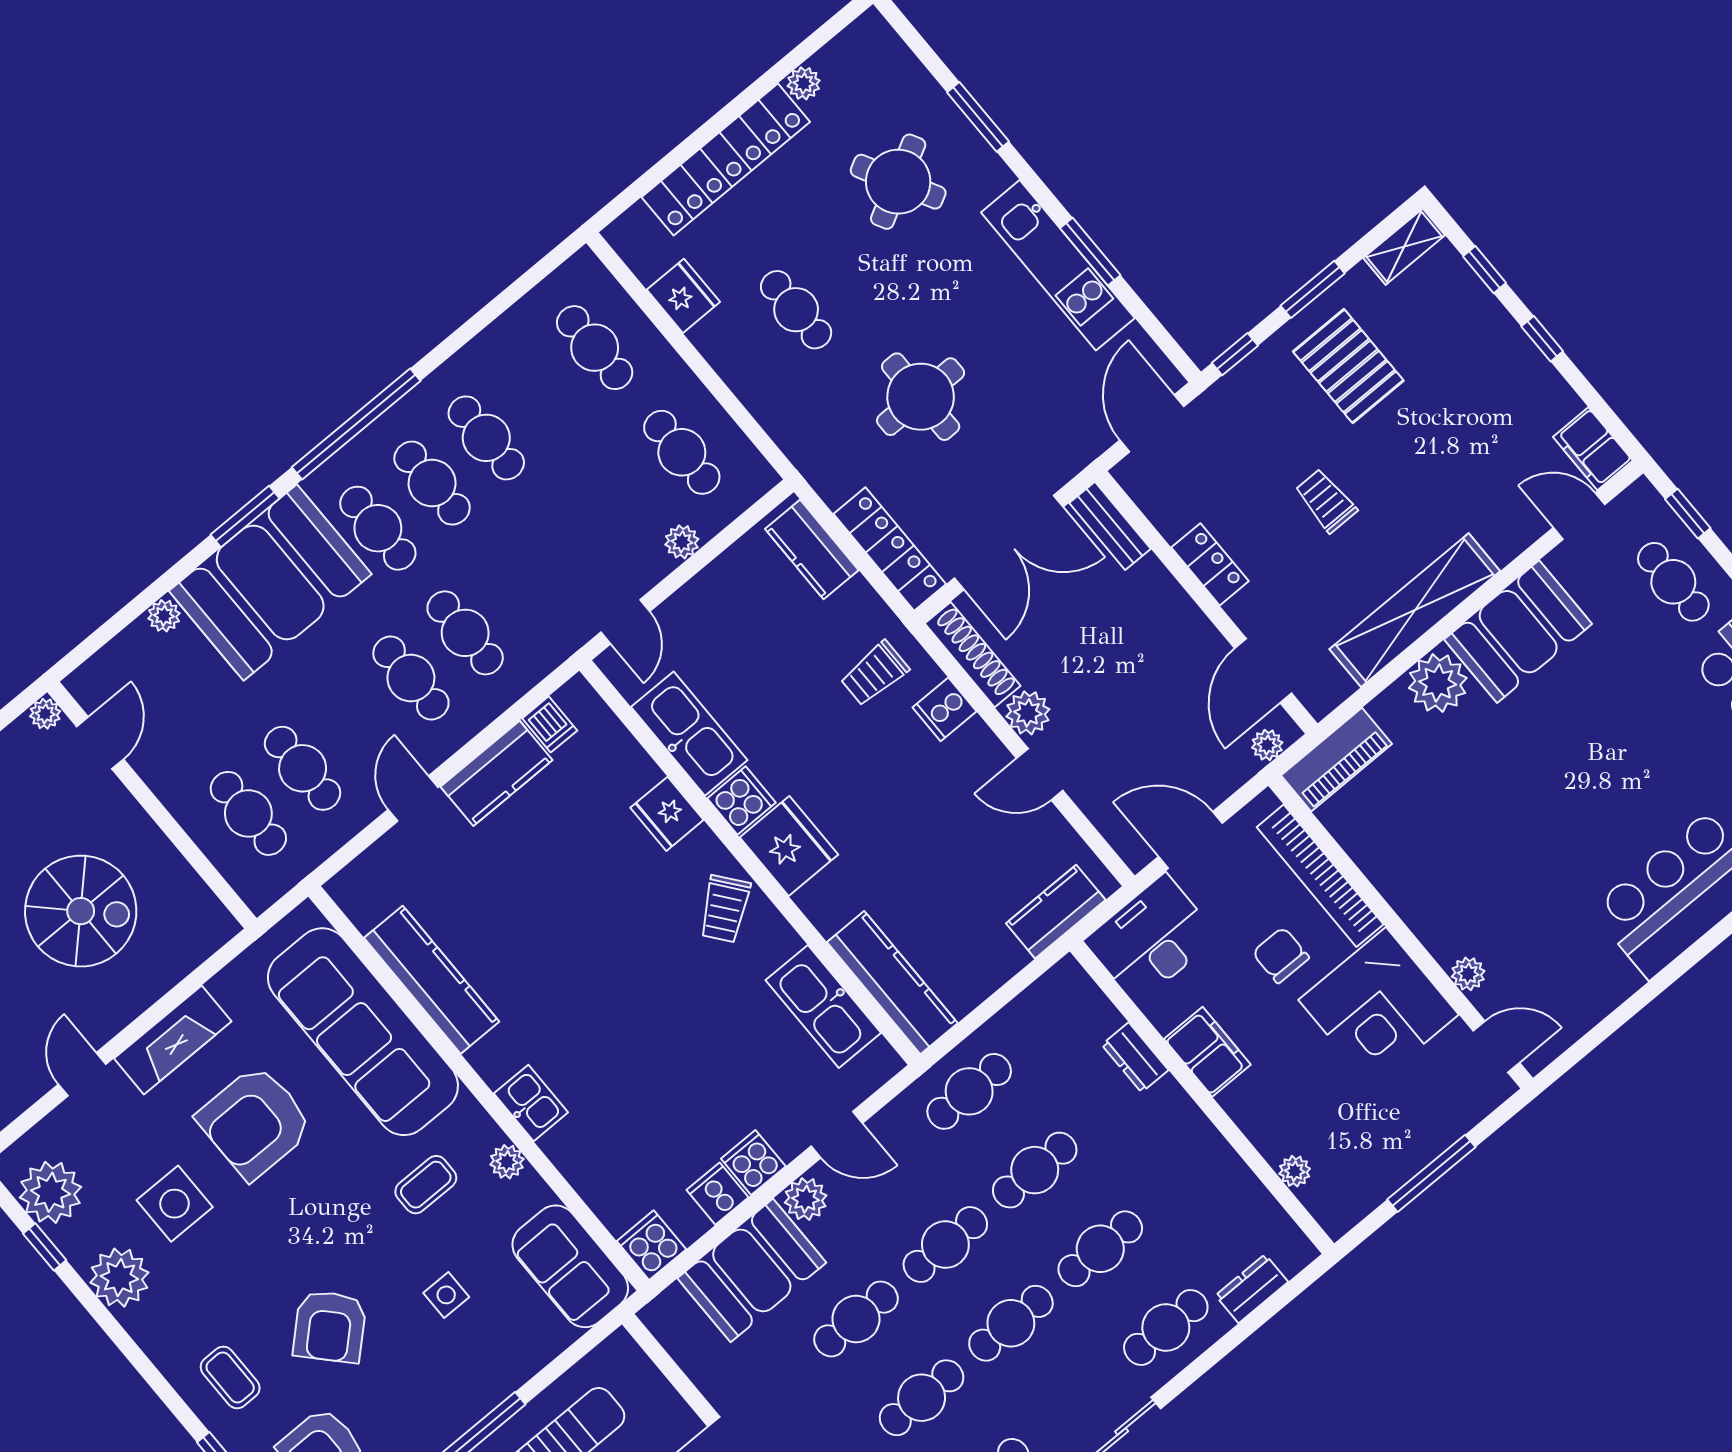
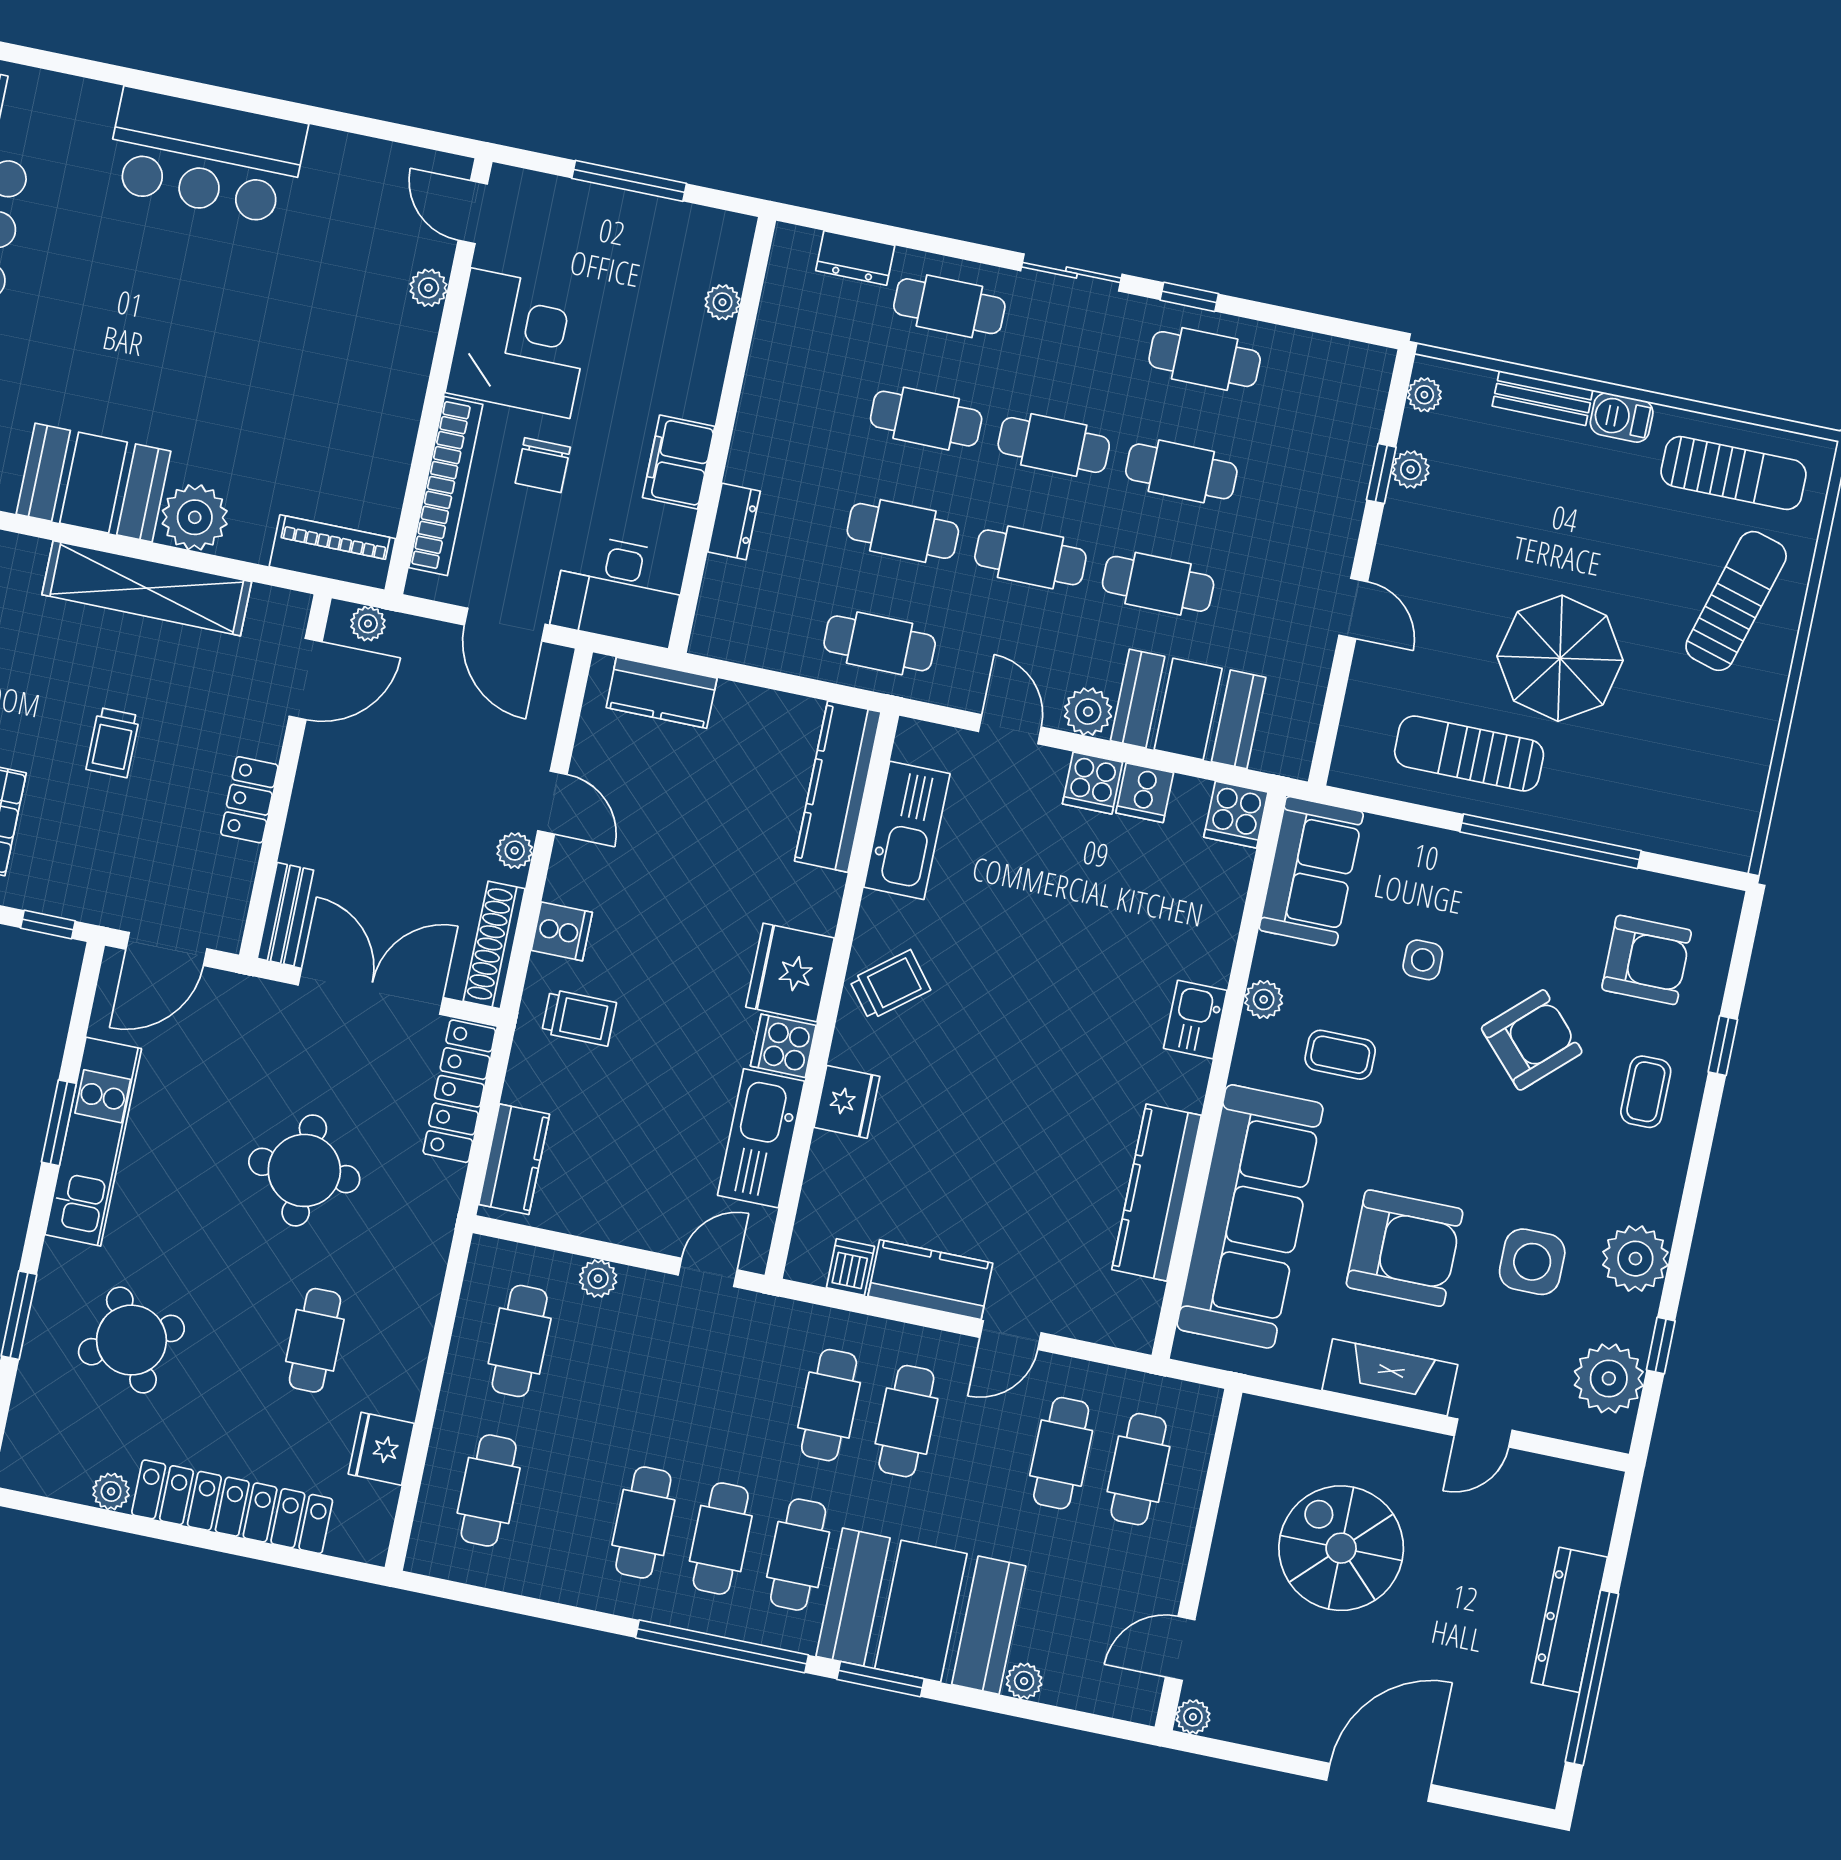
plant: (1028, 713) -> (515, 851), width x0.73, depth x0.73

